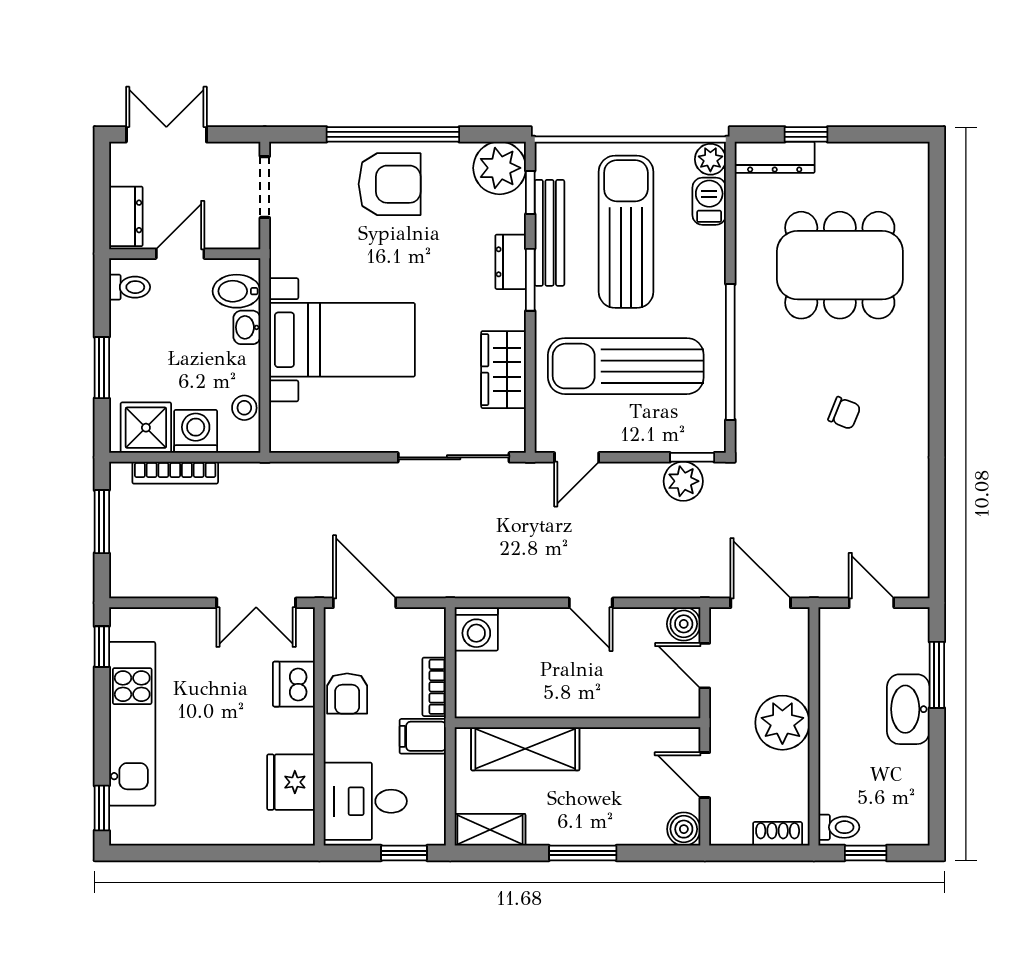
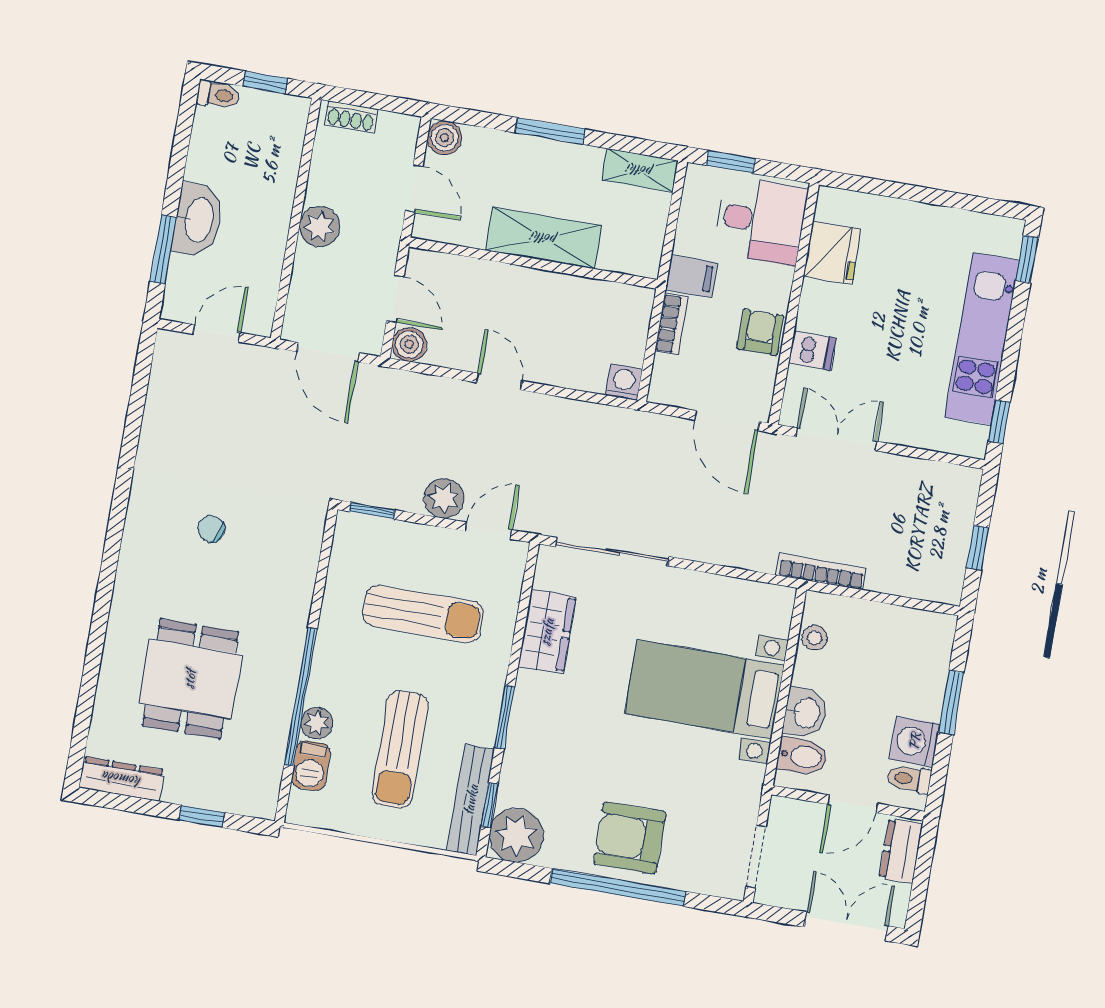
double door: (166, 134) -> (846, 926), swing flipped
dresser: (775, 157) -> (122, 779), moved
plant: (710, 159) -> (317, 723), moved
sun lounger: (626, 232) -> (400, 749), width x0.73, depth x0.75
bench: (549, 233) -> (471, 800), moved
dresser: (511, 262) -> (521, 739), removed
dining table: (840, 265) -> (190, 679), width x0.73
washbasin: (247, 327) -> (805, 713), width x1.38, depth x1.45
window: (730, 352) -> (301, 697), moved
sun lounger: (626, 366) -> (423, 614), width x0.73, depth x0.75
shower: (146, 428) -> (917, 635), removed
washing machine: (196, 431) -> (915, 741), moved, turned 90
bookcase: (175, 473) -> (821, 572), moved
plant: (683, 481) -> (444, 498), moved
window: (102, 522) -> (978, 548), width x0.67
door: (871, 603) -> (217, 333), swing flipped
washing machine: (476, 629) -> (624, 382), width x0.73, depth x0.73
dishwasher: (294, 684) -> (812, 351), width x0.73
plant: (782, 723) -> (320, 227), width x0.73, depth x0.73
shelving: (525, 749) -> (544, 238), moved
toilet: (839, 827) -> (218, 95), moved, turned 180

